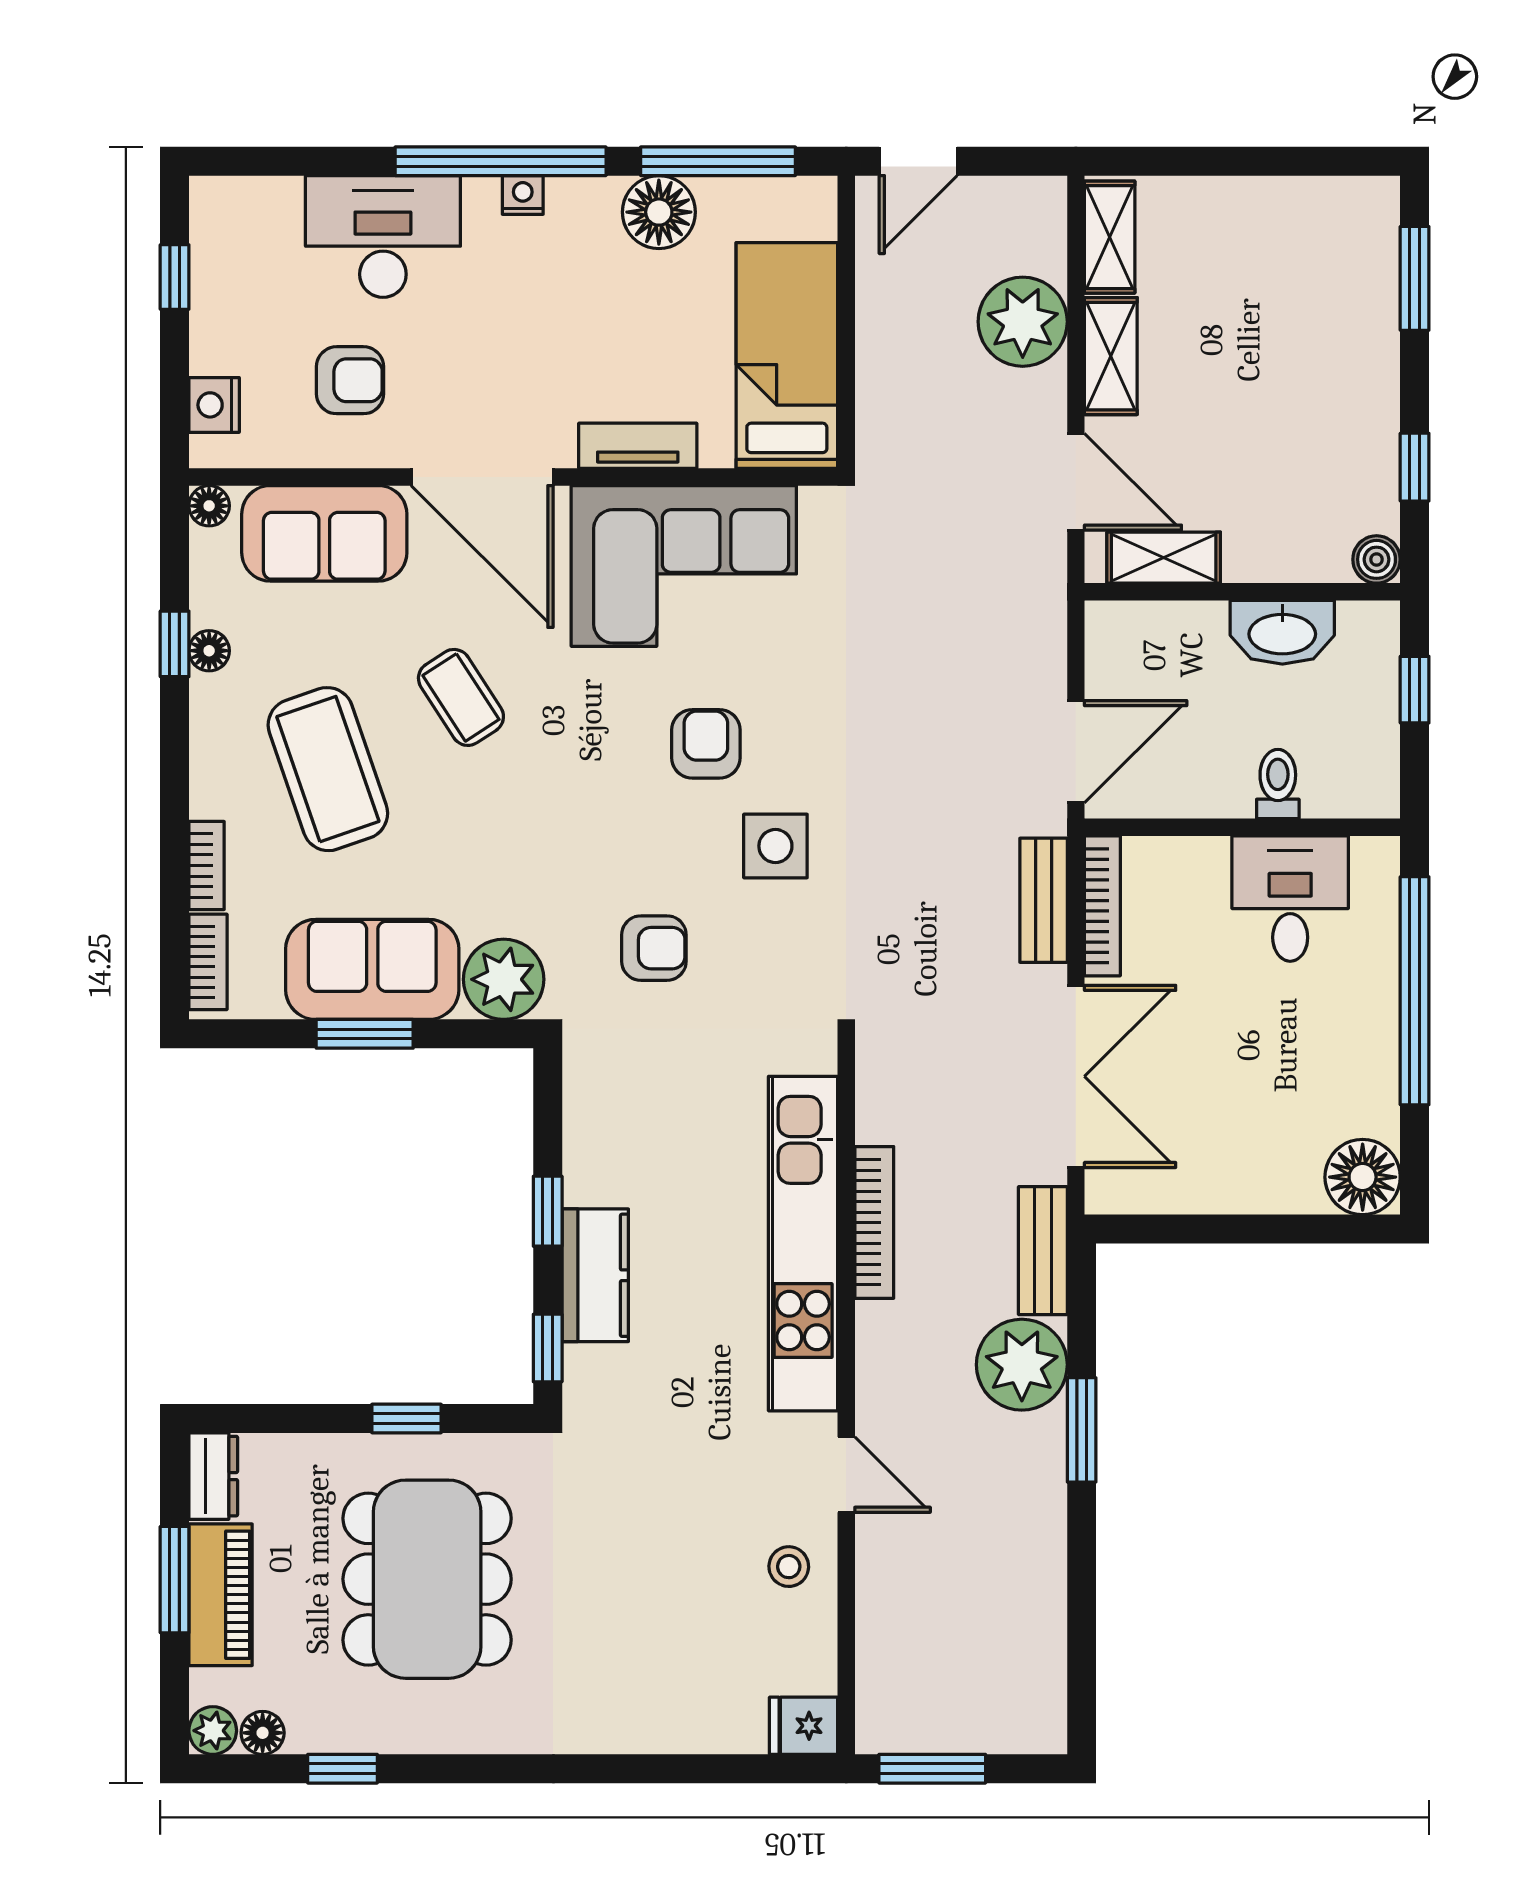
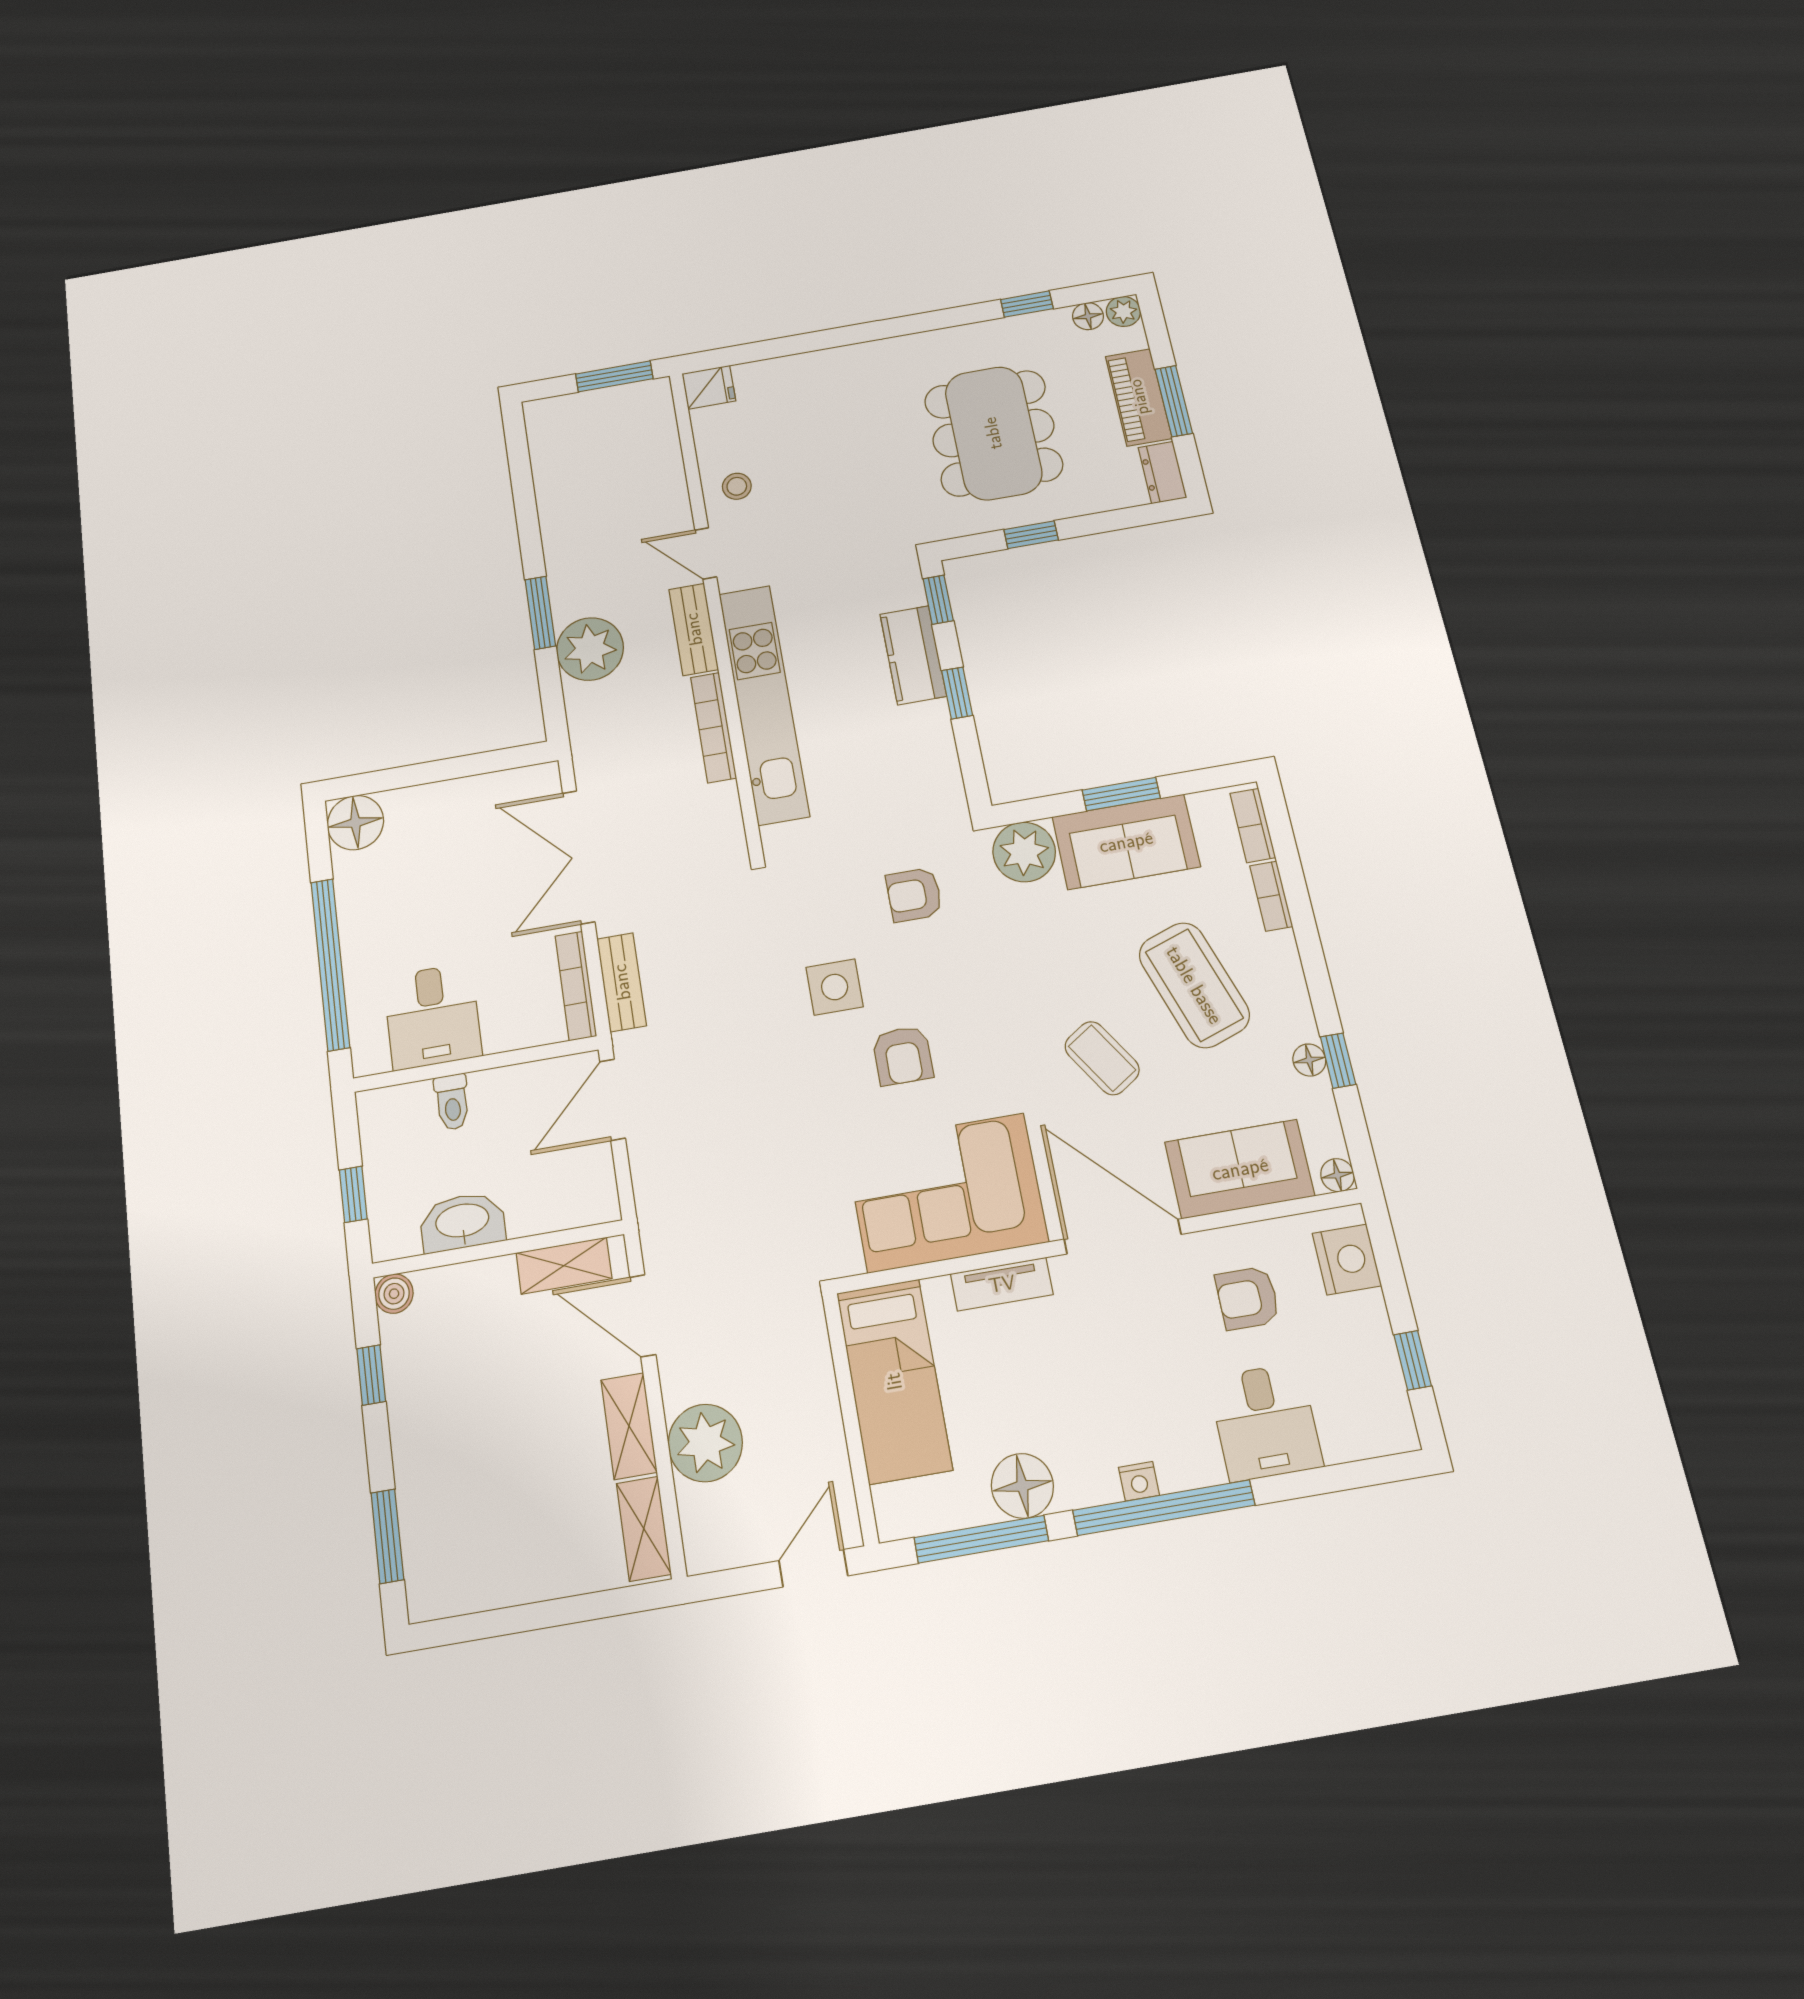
desk: (383, 236) -> (1265, 1422), width x0.73
nightstand: (214, 405) -> (1347, 1260), width x1.36, depth x1.33
bench: (1043, 1251) -> (694, 629), moved

